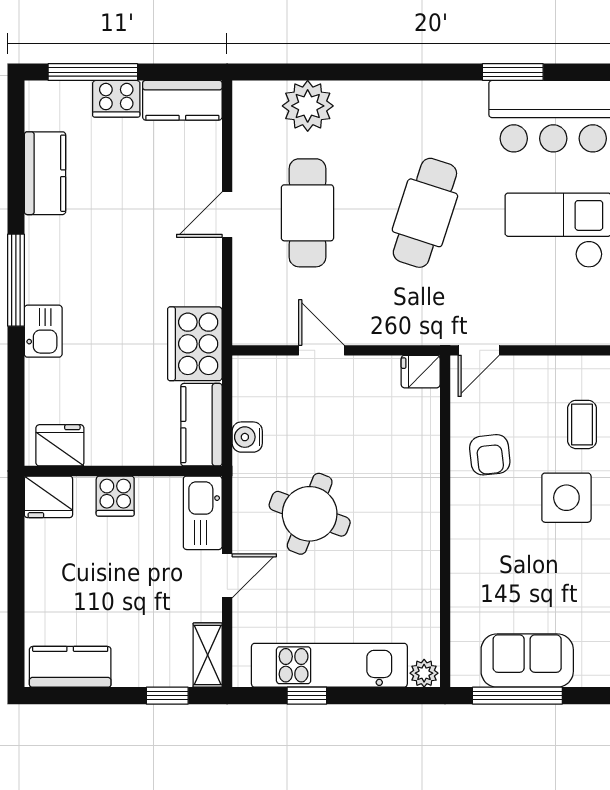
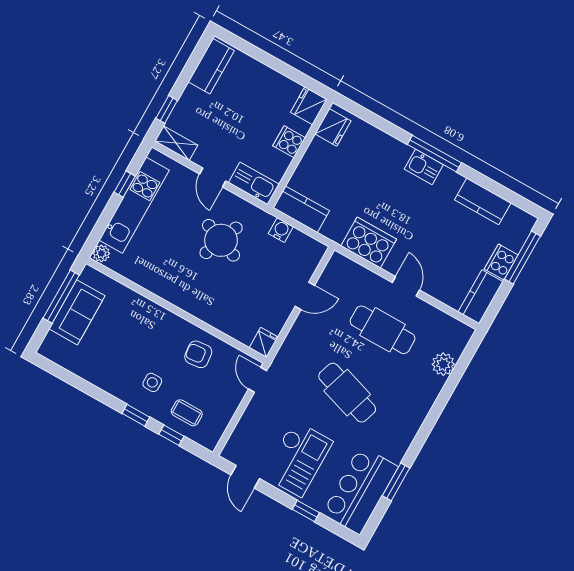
plant: (308, 106) -> (443, 364), width x0.73, depth x0.73
kitchen sink: (43, 331) -> (424, 167), moved
cooker: (195, 344) -> (369, 243), moved
side table: (566, 498) -> (152, 382), width x0.54, depth x0.54

